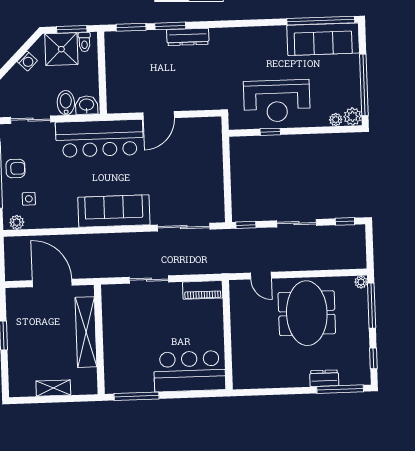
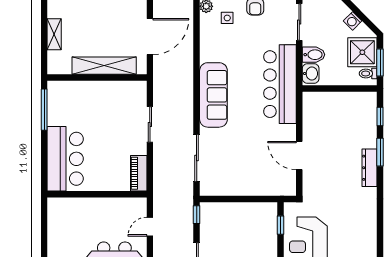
window: (131, 27) -> (380, 116), width x0.67
door: (159, 115) -> (299, 156), moved
window: (270, 132) -> (281, 225), moved

